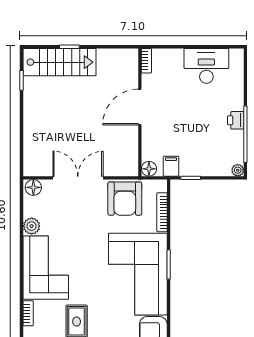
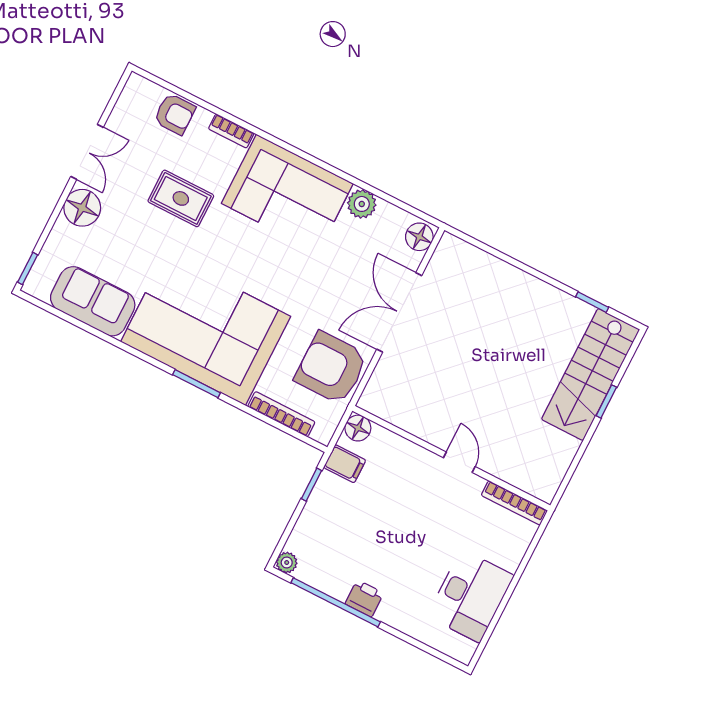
bookcase: (146, 61) -> (514, 503), width x1.56
door: (140, 107) -> (459, 462), width x0.53
double door: (78, 178) -> (399, 312), swing flipped

